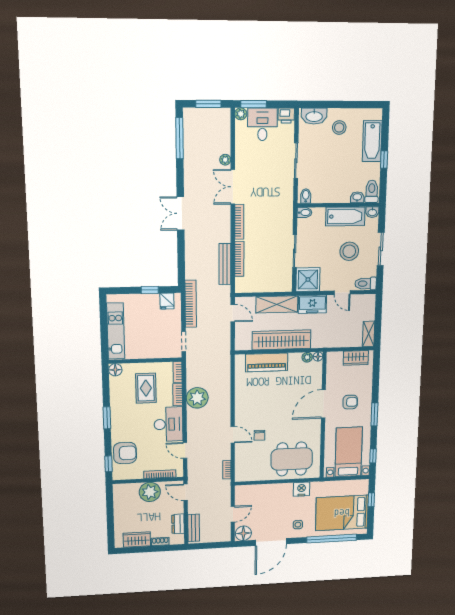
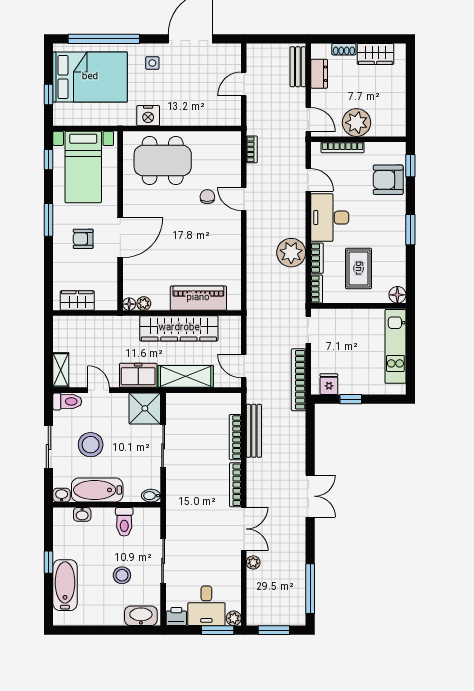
stool: (339, 128) -> (122, 575), moved
toilet: (372, 191) -> (124, 522), moved
bidet: (306, 196) -> (150, 517), removed
shelving: (369, 334) -> (61, 370), moved
floor lamp: (243, 533) -> (229, 54), removed

